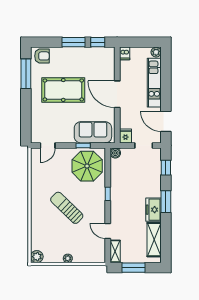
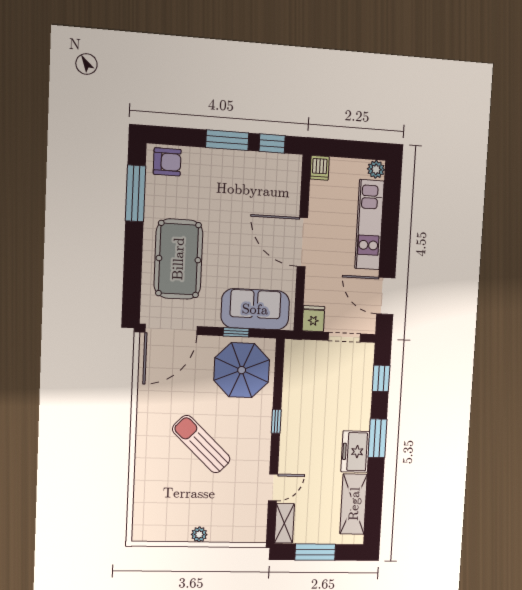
pool table: (63, 90) -> (178, 259), moved, turned 90
door: (48, 145) -> (171, 329), width x1.88
boiler: (115, 153) -> (294, 348), removed
door: (108, 231) -> (273, 487), swing flipped
plant: (37, 257) -> (143, 531), removed

